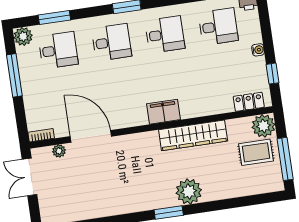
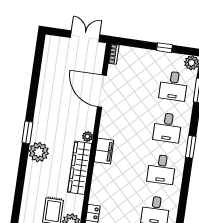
window: (14, 75) -> (164, 48), width x0.46
door: (91, 136) -> (102, 91), swing flipped
plant: (59, 151) -> (88, 136), moved

